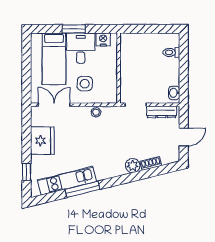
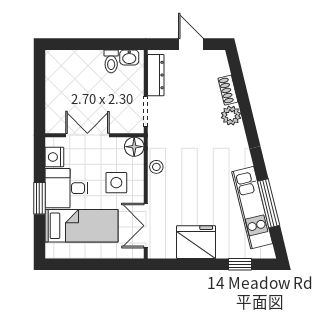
toilet: (171, 52) -> (111, 61), moved
double door: (119, 63) -> (87, 135), added
floor lamp: (110, 96) -> (134, 147), added
window: (83, 189) -> (269, 203), moved

